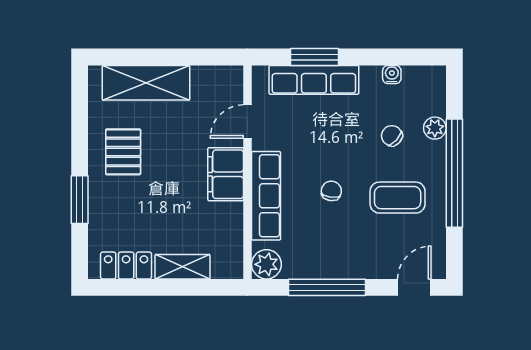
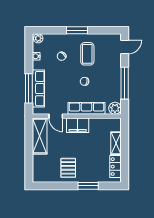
window: (315, 57) -> (29, 88), width x1.44
shelving: (146, 83) -> (40, 136), moved
plant: (435, 128) -> (38, 38), moved
pallet: (123, 152) -> (68, 168), turned 90
window: (454, 173) -> (77, 30), width x0.47
door: (414, 287) -> (125, 47), swing flipped

